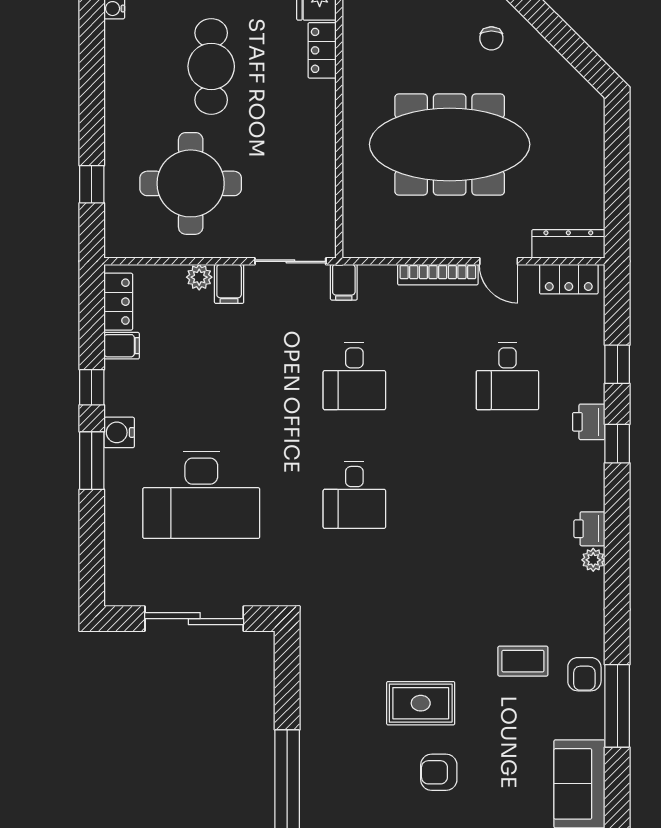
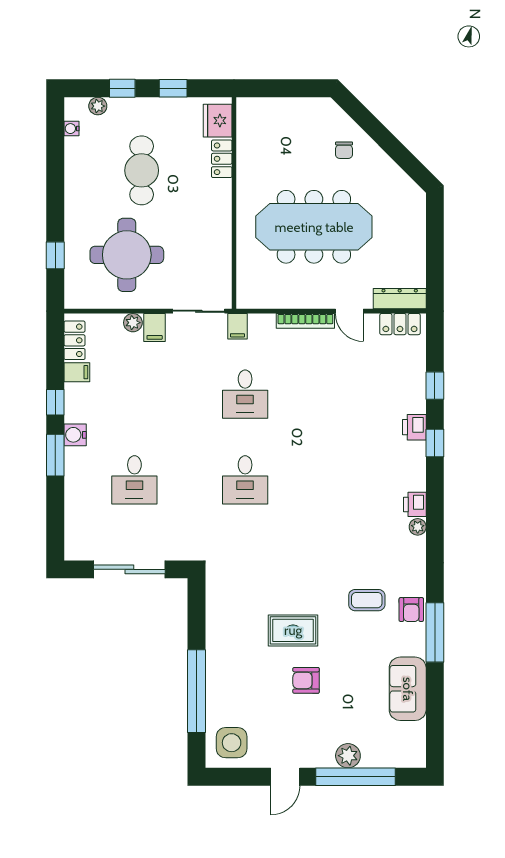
desk: (507, 376) -> (356, 394), removed
desk: (201, 495) -> (134, 480), width x0.53, depth x0.77

